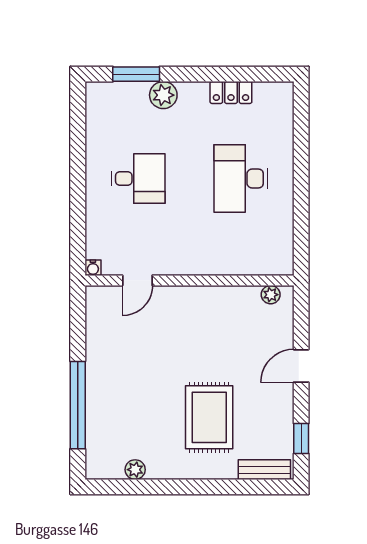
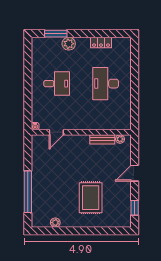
bench: (264, 470) -> (102, 139), moved

